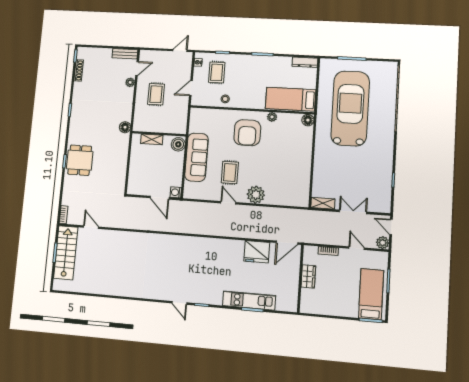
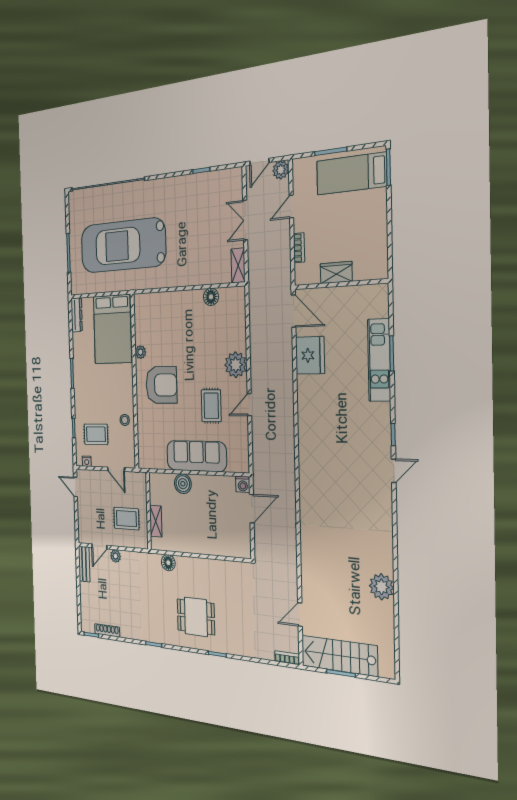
door: (137, 69) -> (99, 546), swing flipped
bed: (290, 99) -> (112, 329), width x1.50
floor lamp: (308, 120) -> (211, 297), moved
wall: (159, 134) -> (148, 511), moved
shelving: (152, 139) -> (156, 521), moved
dining table: (80, 160) -> (196, 617), moved
rug: (230, 173) -> (211, 406), turned 90
plant: (108, 287) -> (381, 587), added

